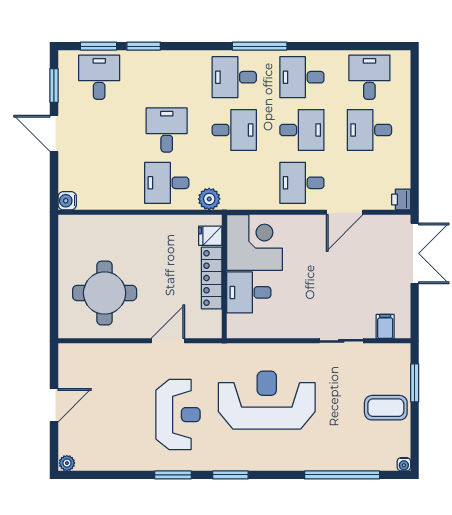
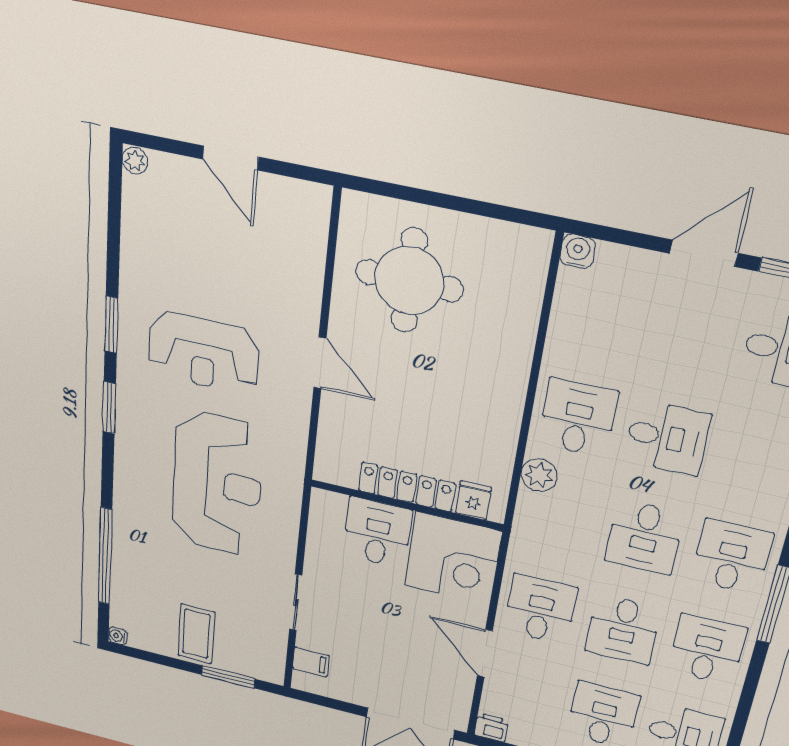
fridge: (210, 236) -> (473, 500), moved
corner desk: (254, 243) -> (453, 559), moved
wall: (224, 277) -> (406, 505), moved
locker: (212, 278) -> (407, 487), moved
desk: (249, 292) -> (378, 533), moved

